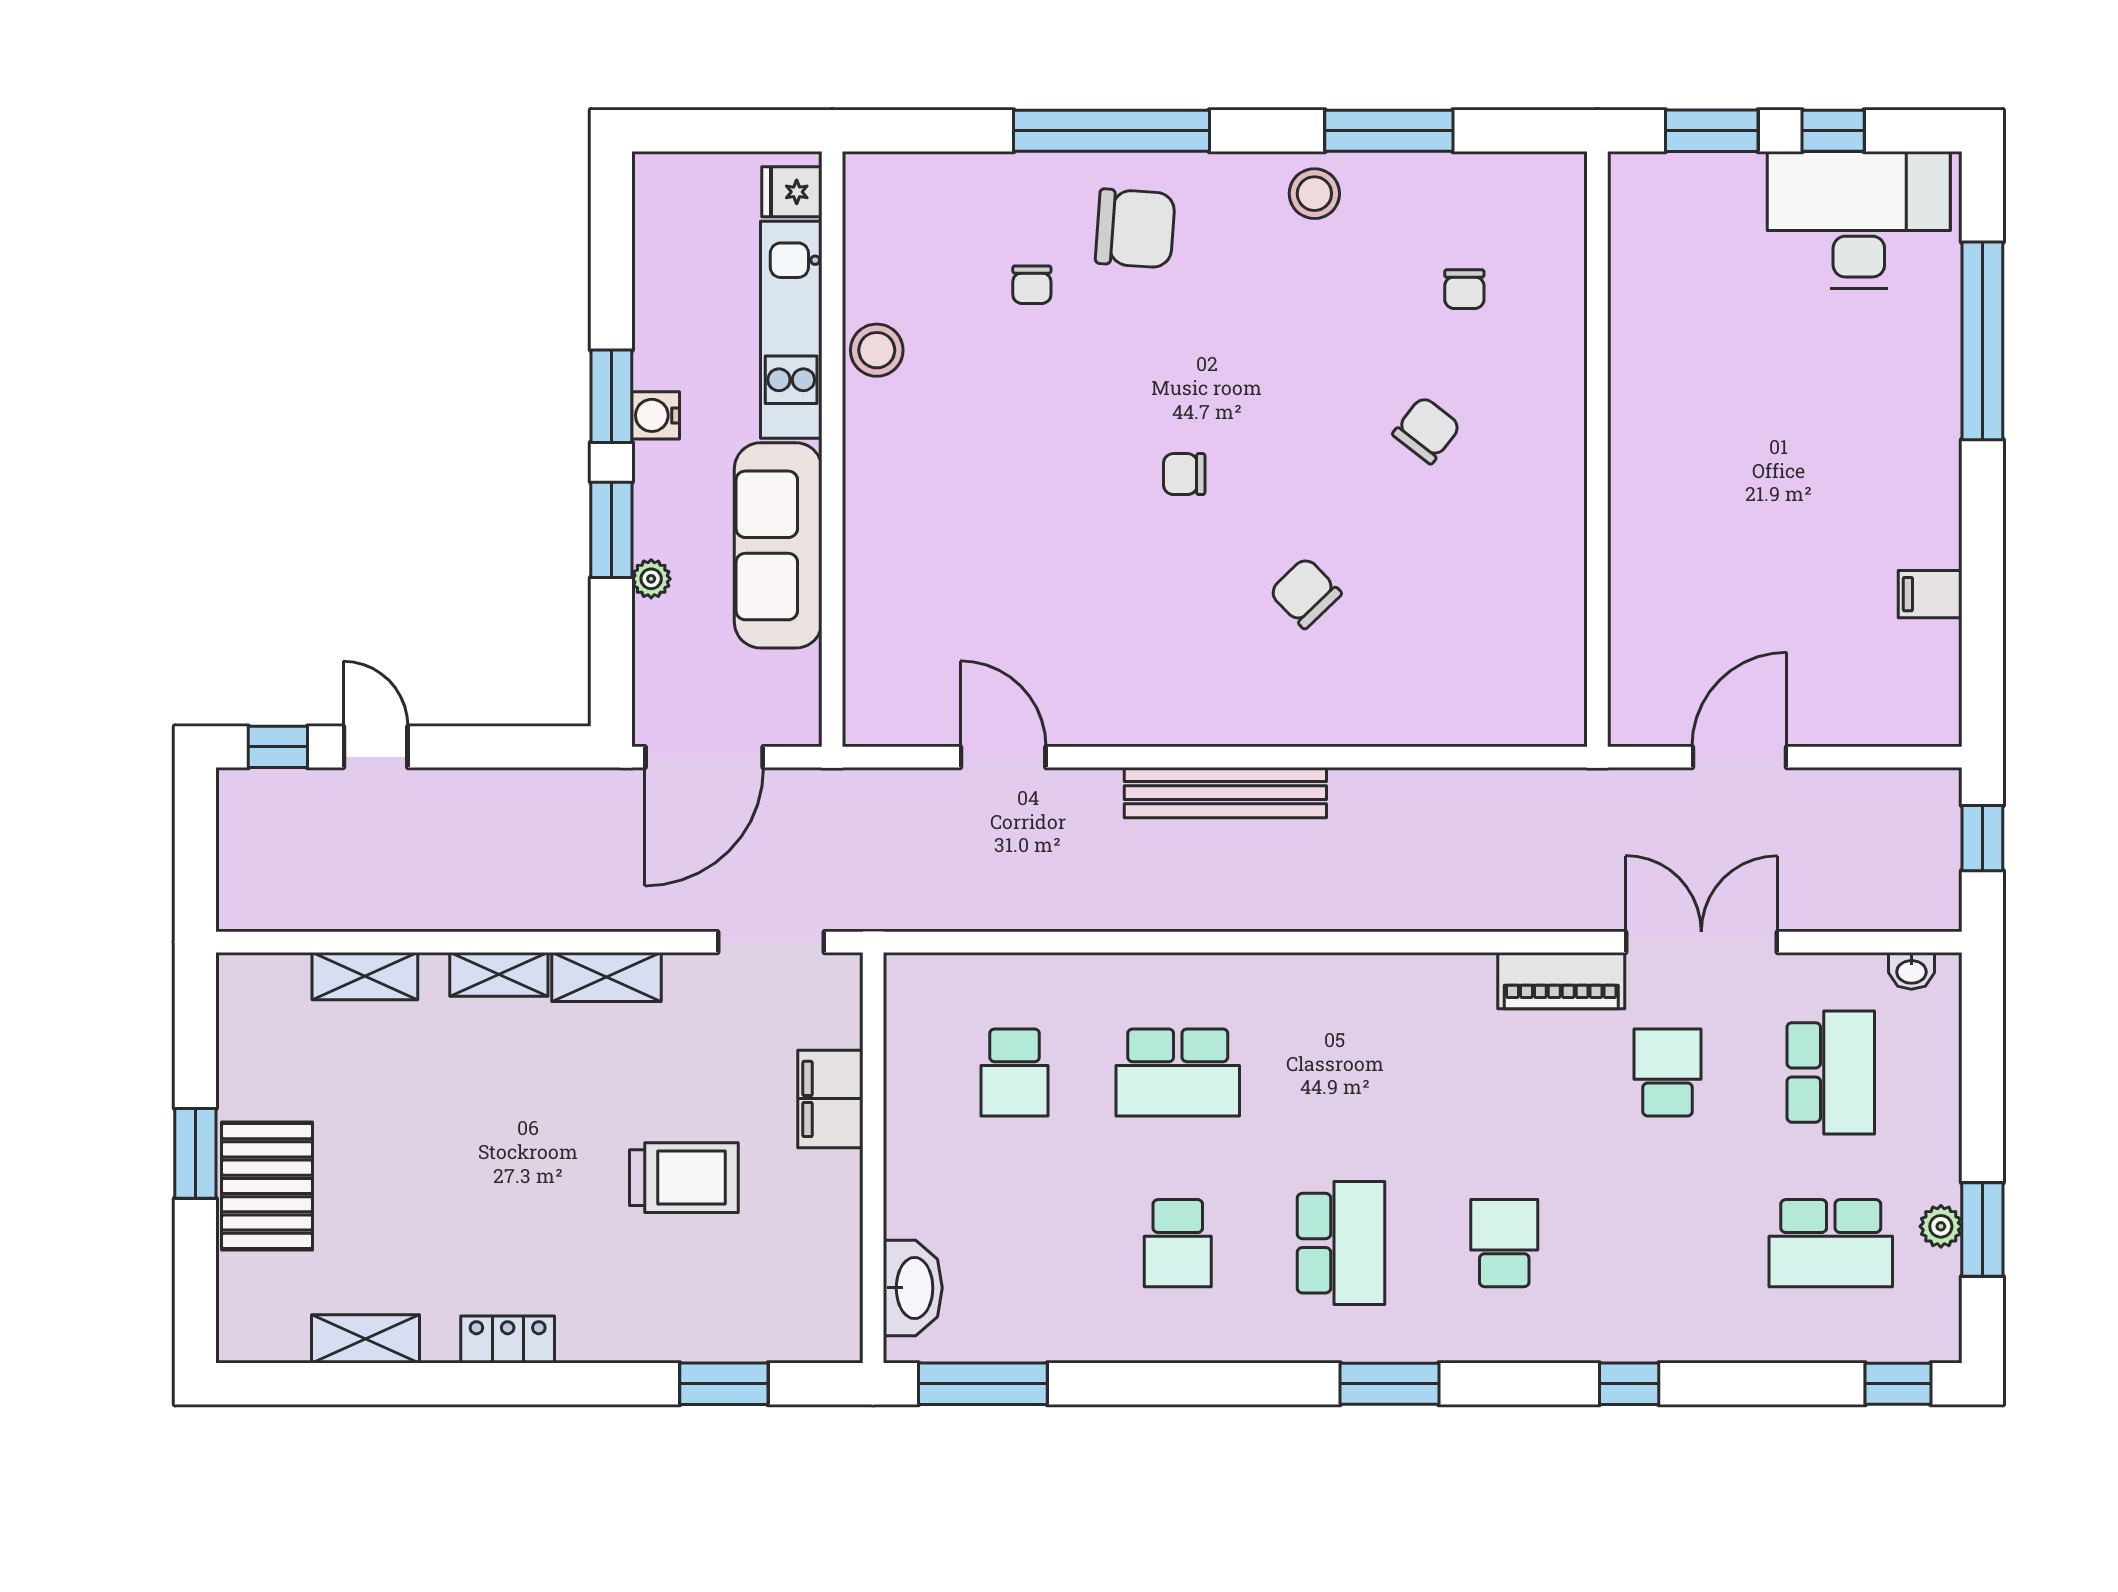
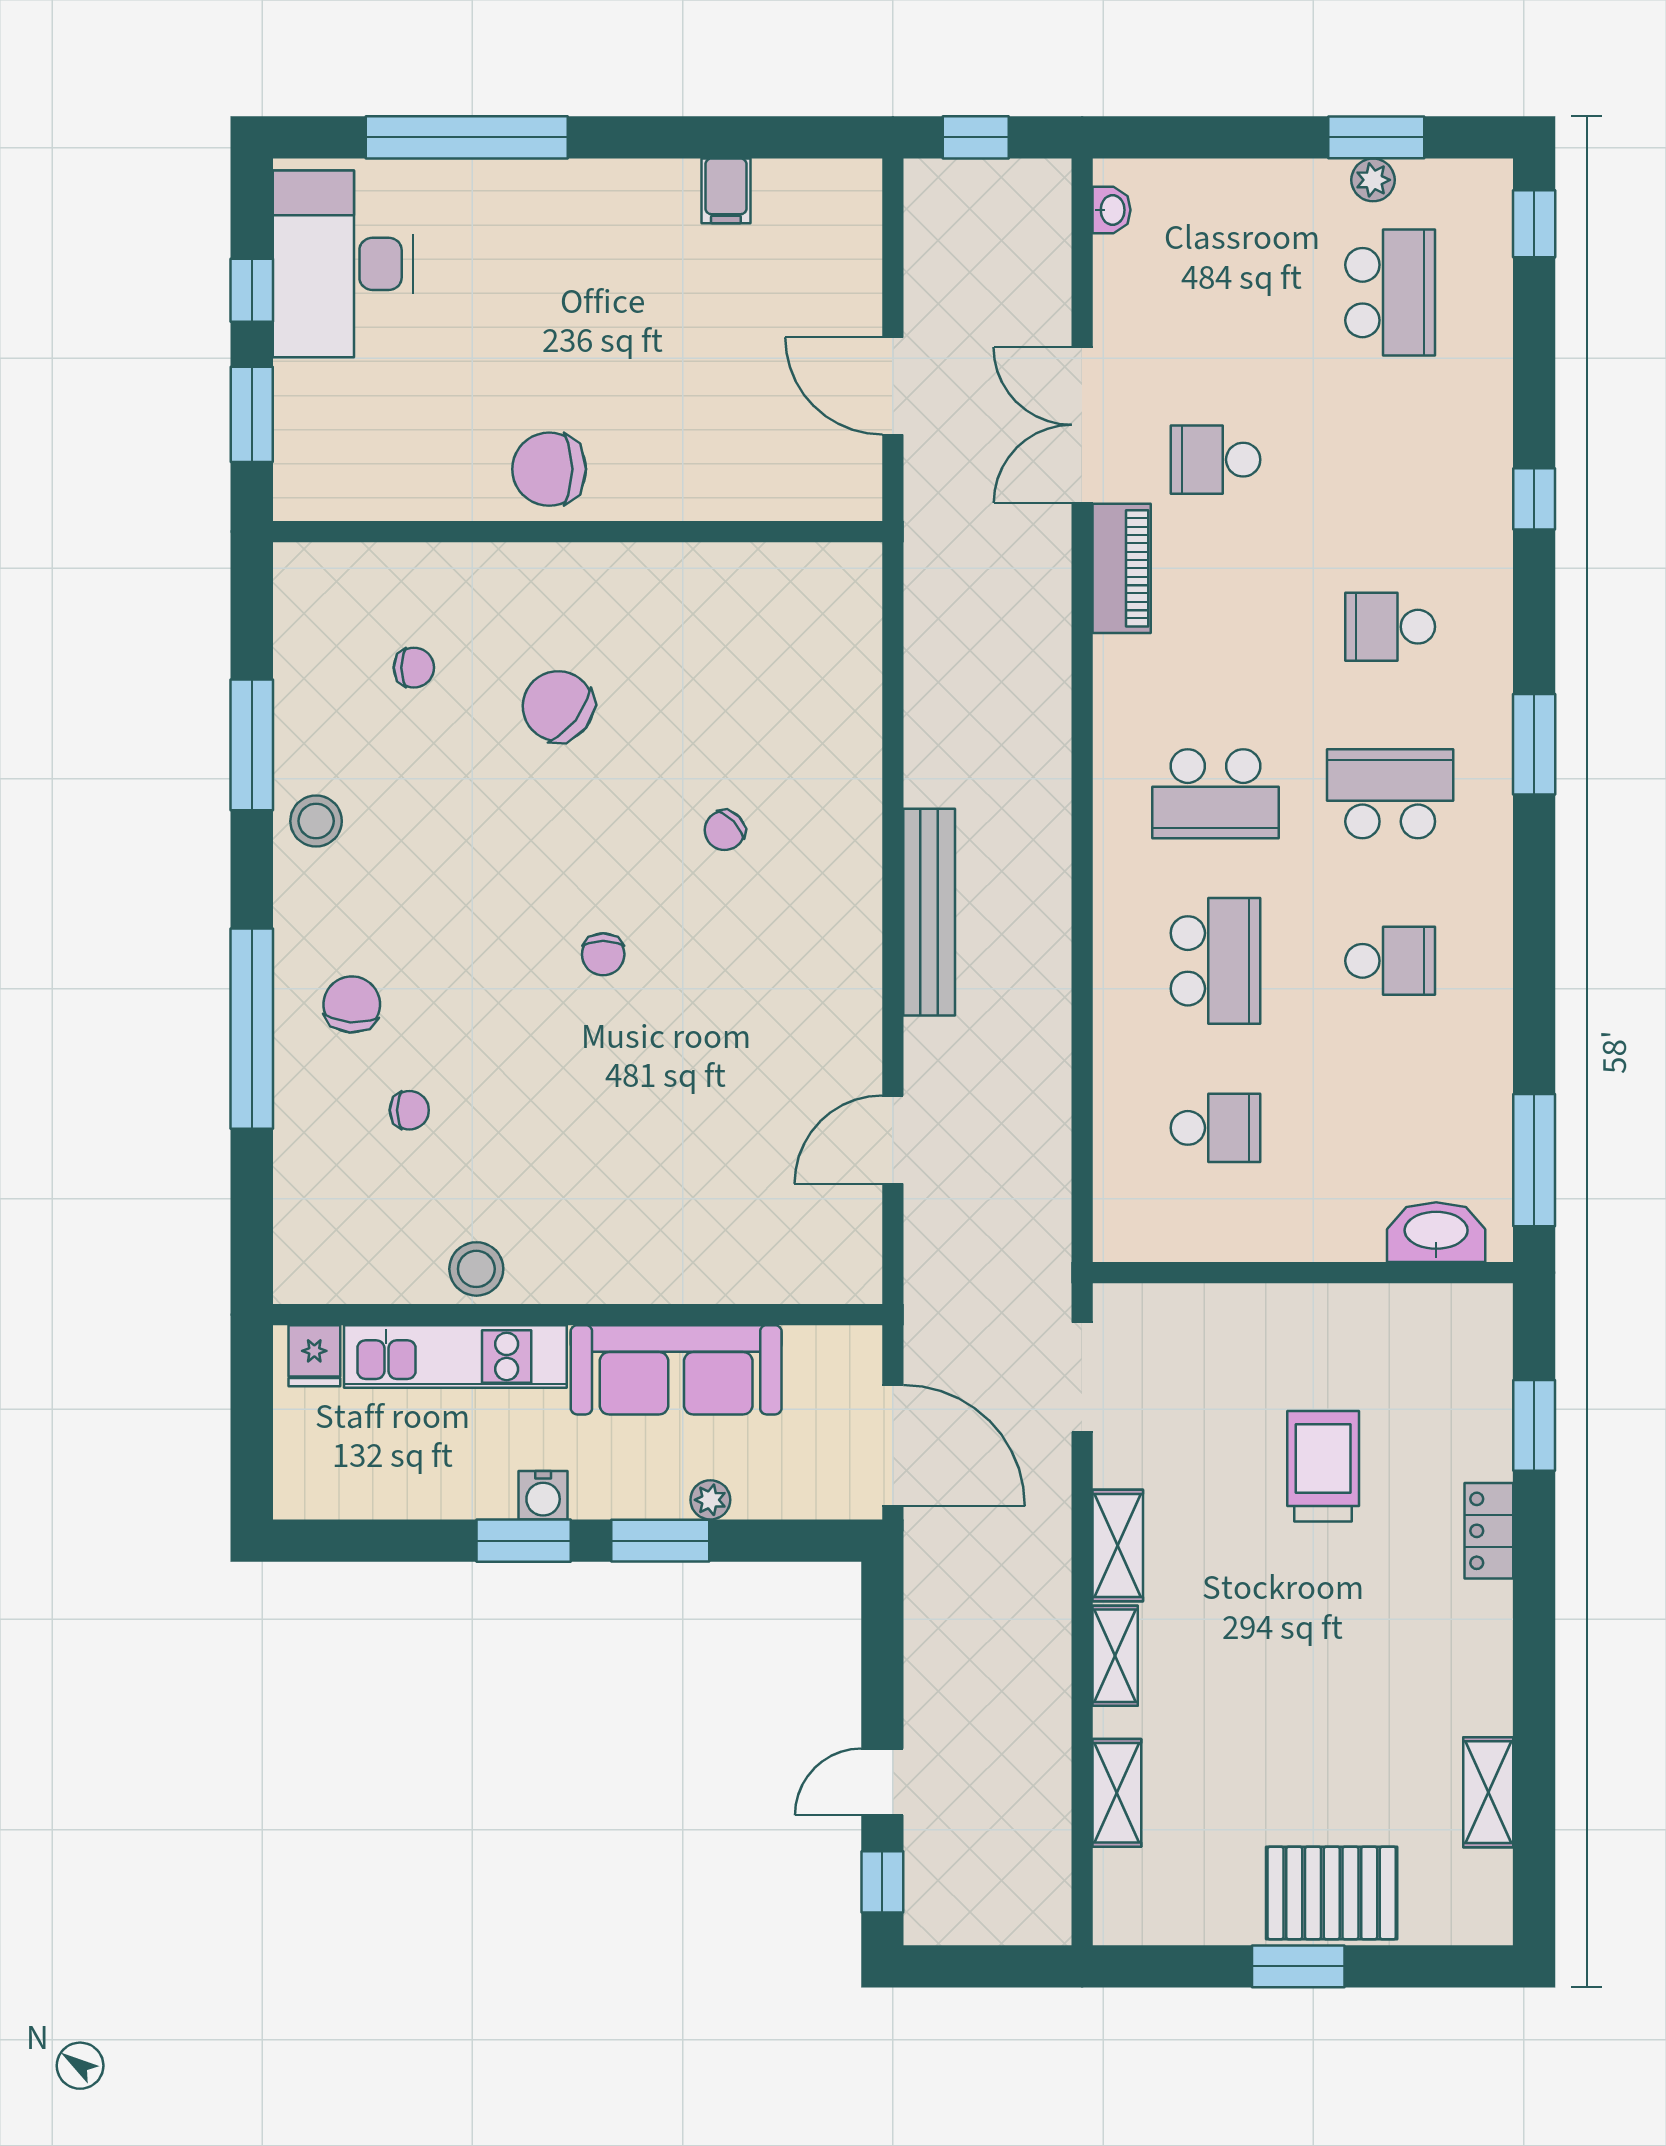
chair: (1135, 228) -> (352, 1004), width x0.73, depth x0.73
chair: (1658, 421) -> (549, 469), added
chair: (1427, 430) -> (558, 706), width x1.37, depth x1.37
chair: (1305, 593) -> (725, 830), width x0.73, depth x0.73
school desk: (1831, 1072) -> (1215, 794), moved, turned 180
filing cabinet: (830, 1099) -> (1243, 1316), removed
locker: (508, 1340) -> (1489, 1531), moved

